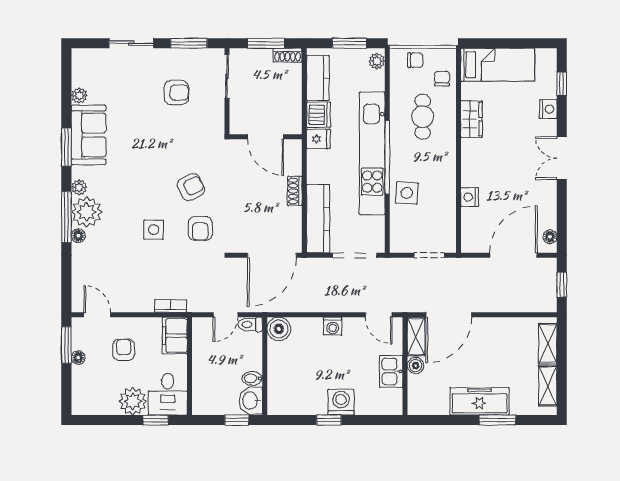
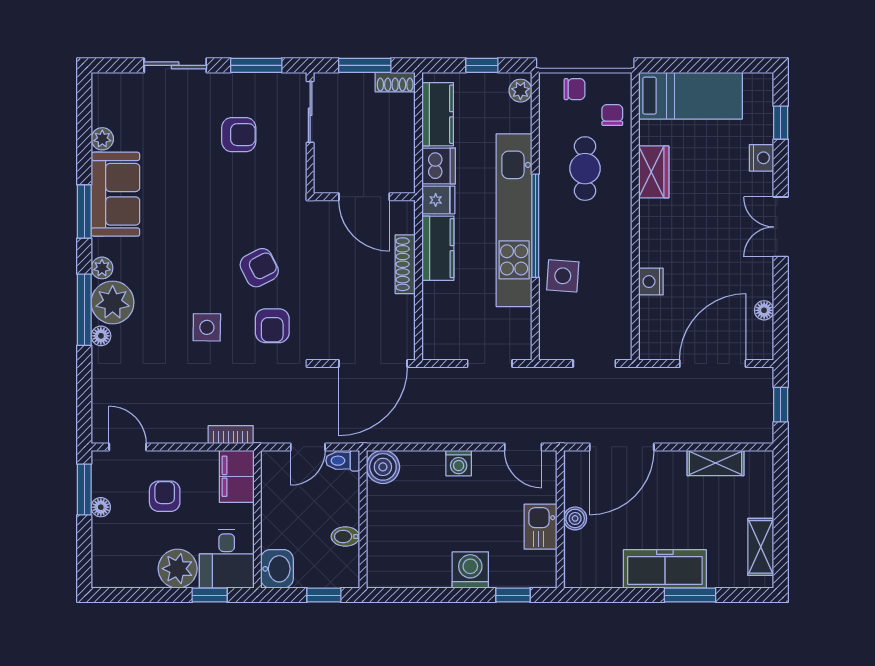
window: (349, 43) -> (482, 65), width x0.67
shoe rack: (295, 191) -> (405, 264), width x1.43
kitchen counter: (318, 219) -> (438, 248), moved, width x0.67
floor lamp: (550, 237) -> (764, 310), moved
doorway: (355, 255) -> (490, 364), width x0.73
shelving: (416, 337) -> (576, 478), removed
shelving: (548, 344) -> (716, 463), moved, turned 90
washbasin: (251, 401) -> (277, 569), moved, turned 180
window: (329, 420) -> (513, 595), moved

